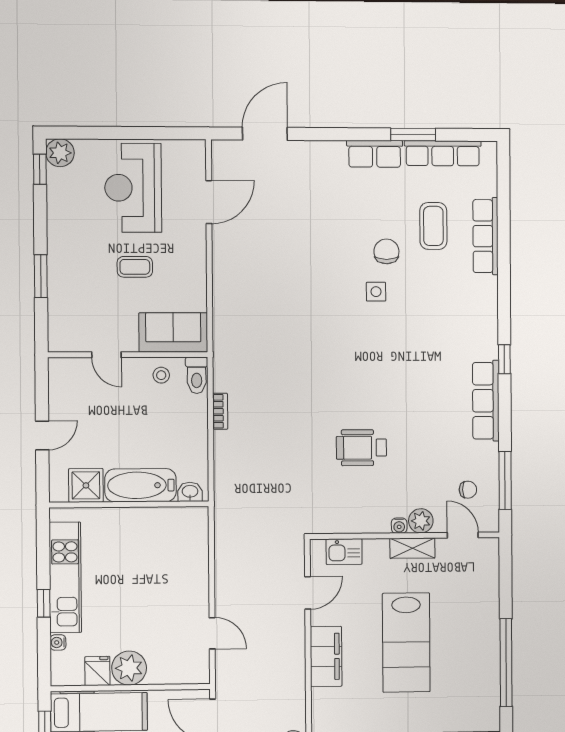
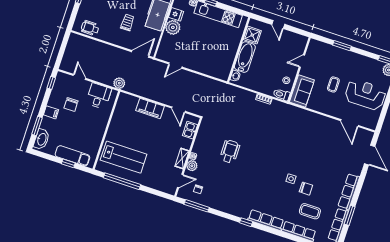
row of seats: (375, 154) -> (349, 192), width x1.48
row of seats: (486, 401) -> (266, 220), moved
lab bench: (406, 643) -> (124, 157), moved, turned 180

